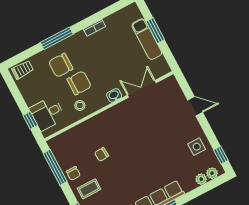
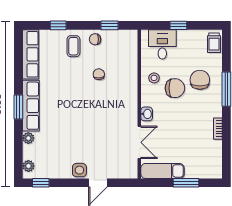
exam couch: (147, 39) -> (162, 171), moved
chair: (79, 83) -> (175, 88), turned -90
window: (30, 120) -> (178, 25), moved
side table: (197, 147) -> (79, 170), moved
window: (55, 167) -> (109, 25), width x0.46
plant: (201, 179) -> (28, 138), moved

